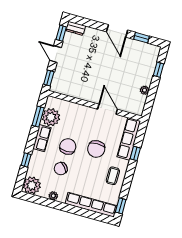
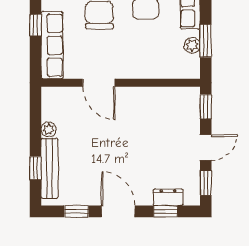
window: (89, 23) -> (165, 211), added
dresser: (76, 28) -> (168, 197), moved
door: (55, 54) -> (206, 148), hinge flipped
bench: (150, 67) -> (50, 168), added
plant: (51, 117) -> (192, 45), width x0.53, depth x0.53

